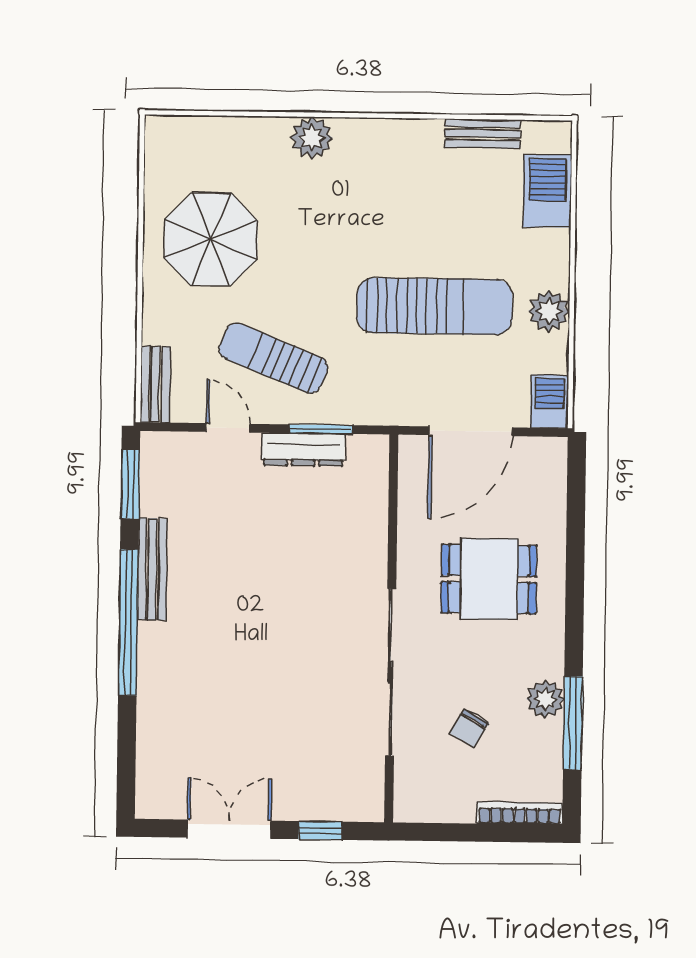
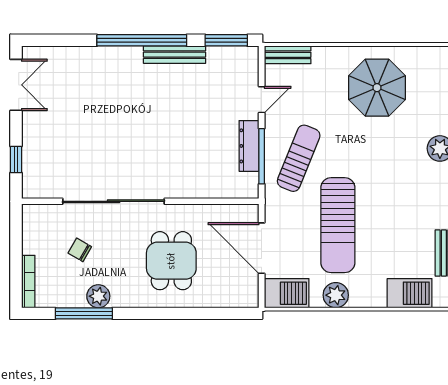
sun lounger: (273, 358) -> (299, 158), moved
barbecue: (549, 401) -> (287, 293), width x1.38, depth x1.27
window: (321, 429) -> (262, 156), width x1.44
double door: (229, 829) -> (16, 85), moved

